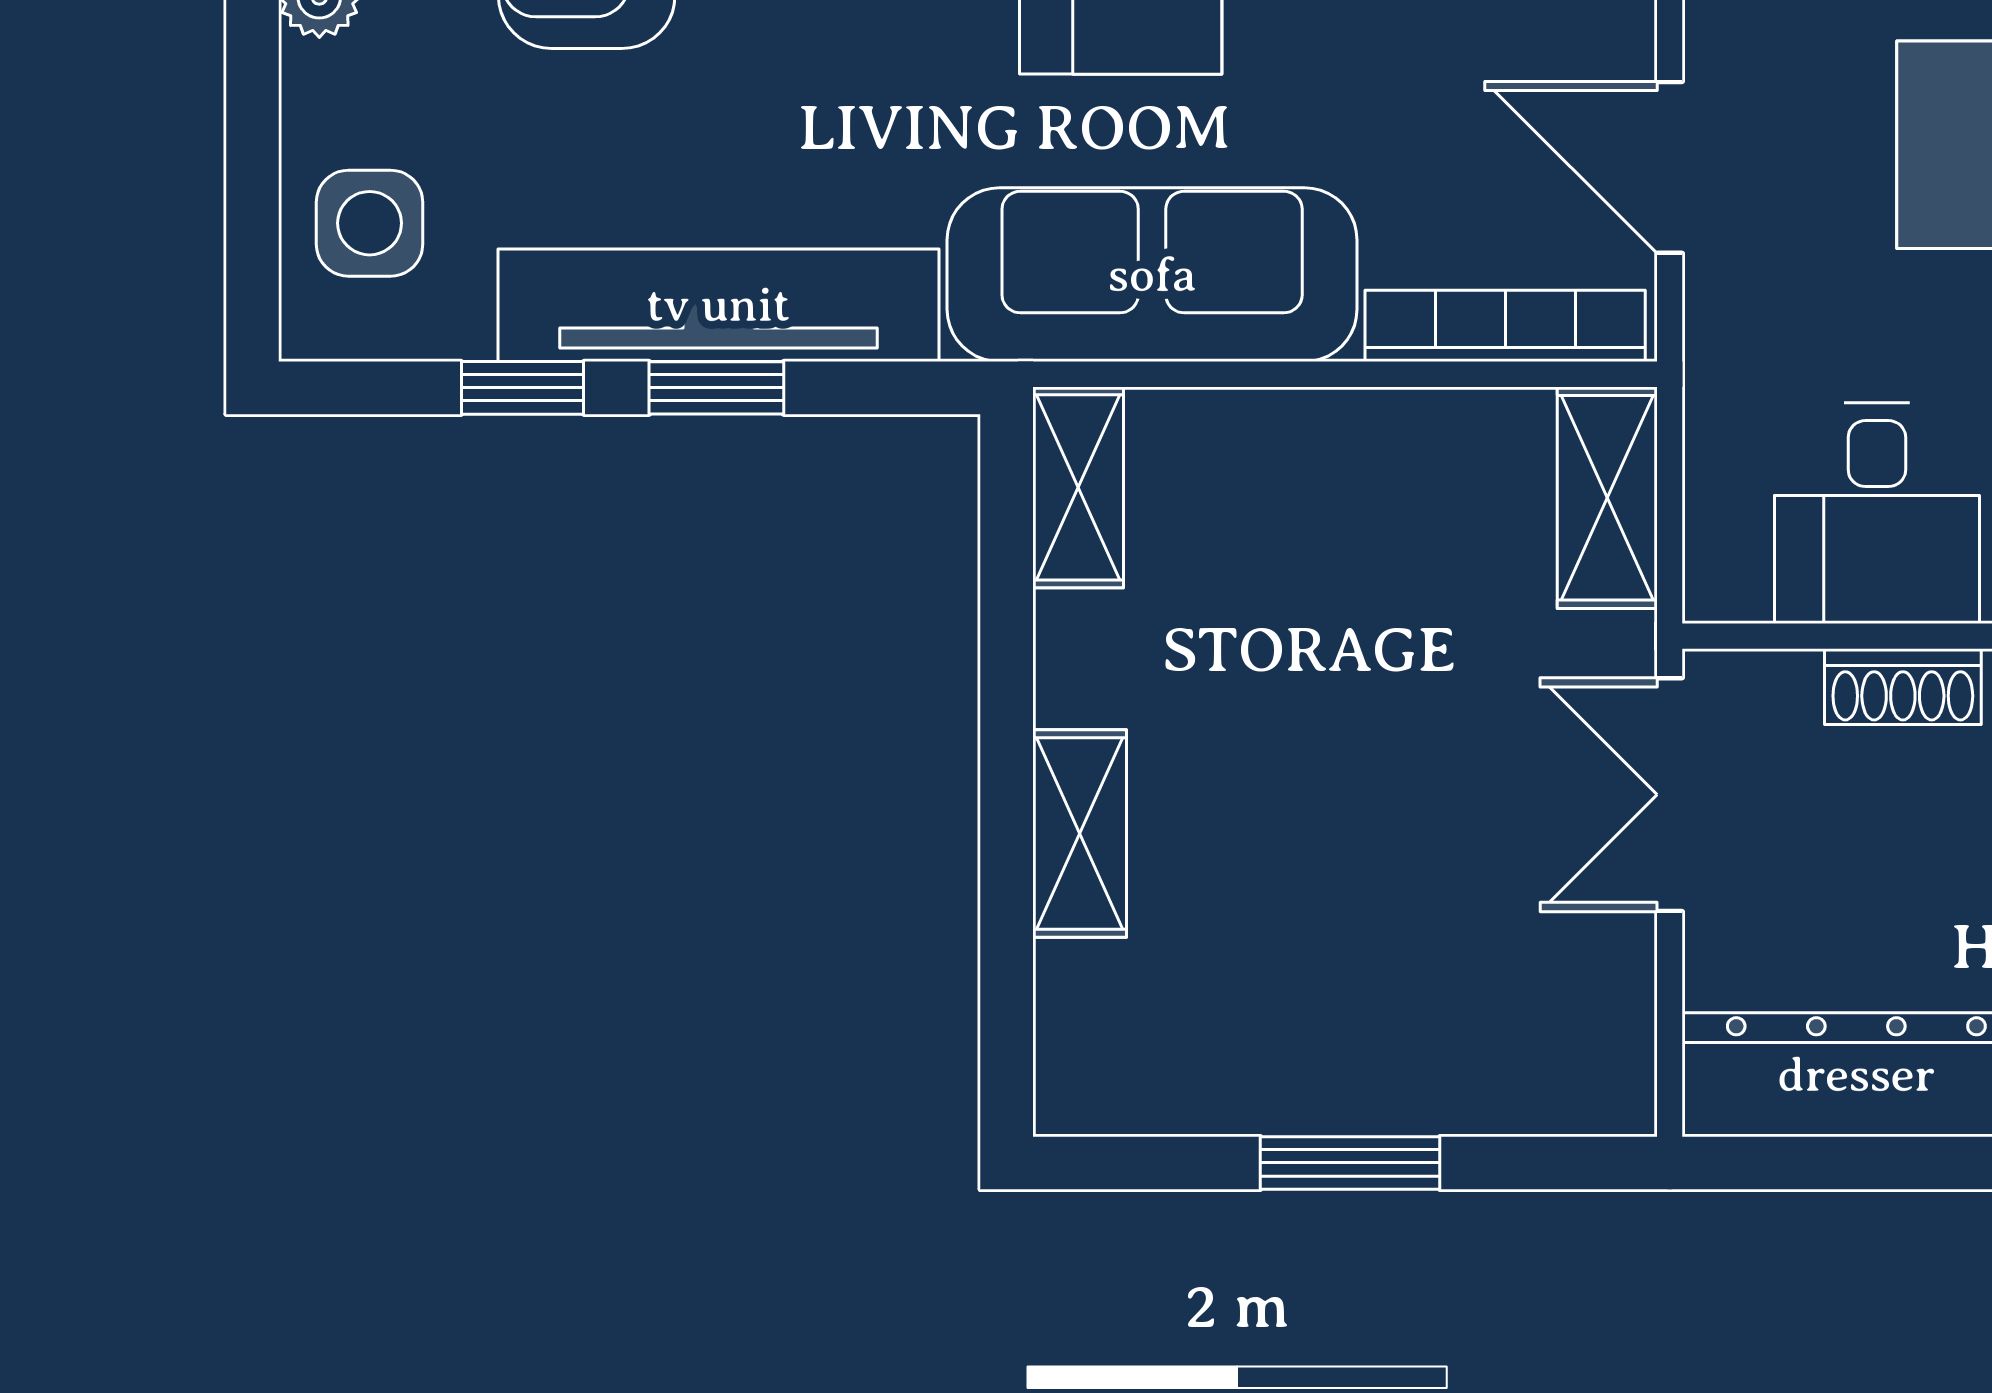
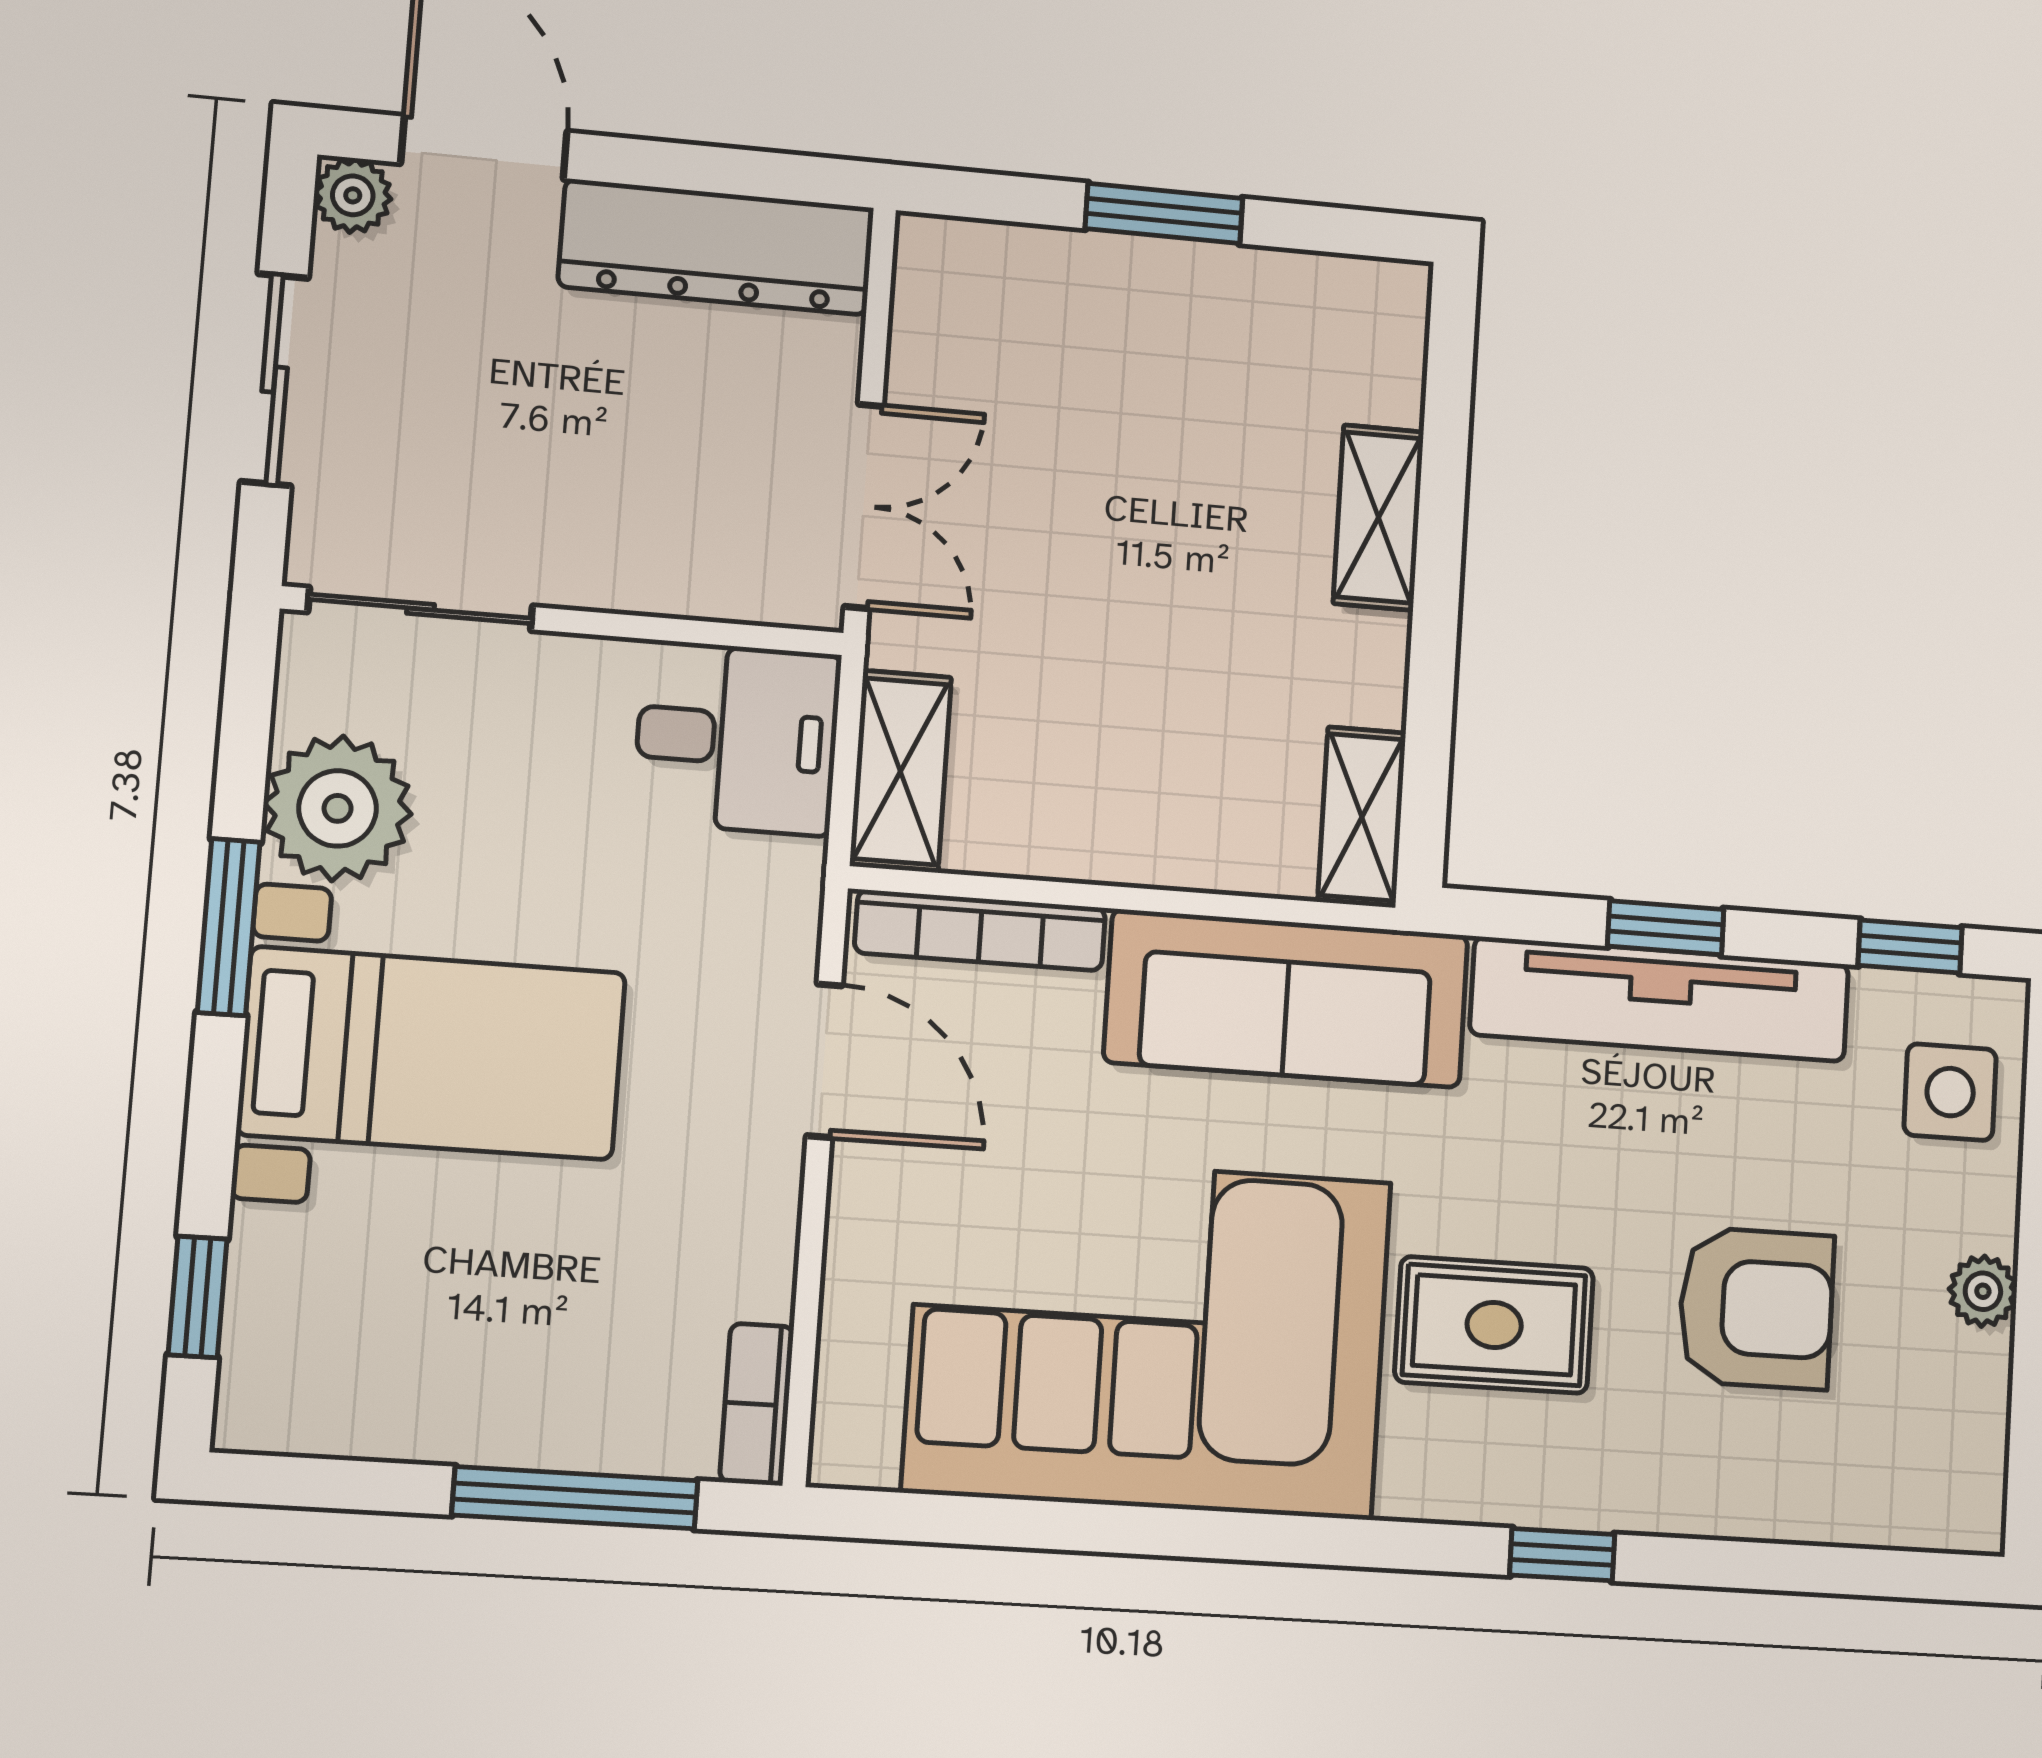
window: (522, 388) -> (1910, 947), moved
desk: (1877, 513) -> (737, 739), moved, turned 90
shoe rack: (1903, 687) -> (649, 583), removed

